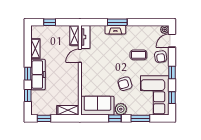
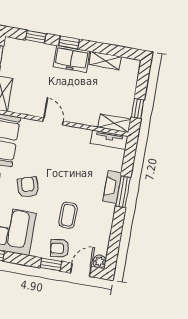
window: (50, 22) -> (138, 109), moved
door: (172, 41) -> (81, 270), hinge flipped
door: (80, 56) -> (53, 121), moved
window: (172, 72) -> (51, 264), moved
freezer: (38, 75) -> (71, 59), width x0.71

